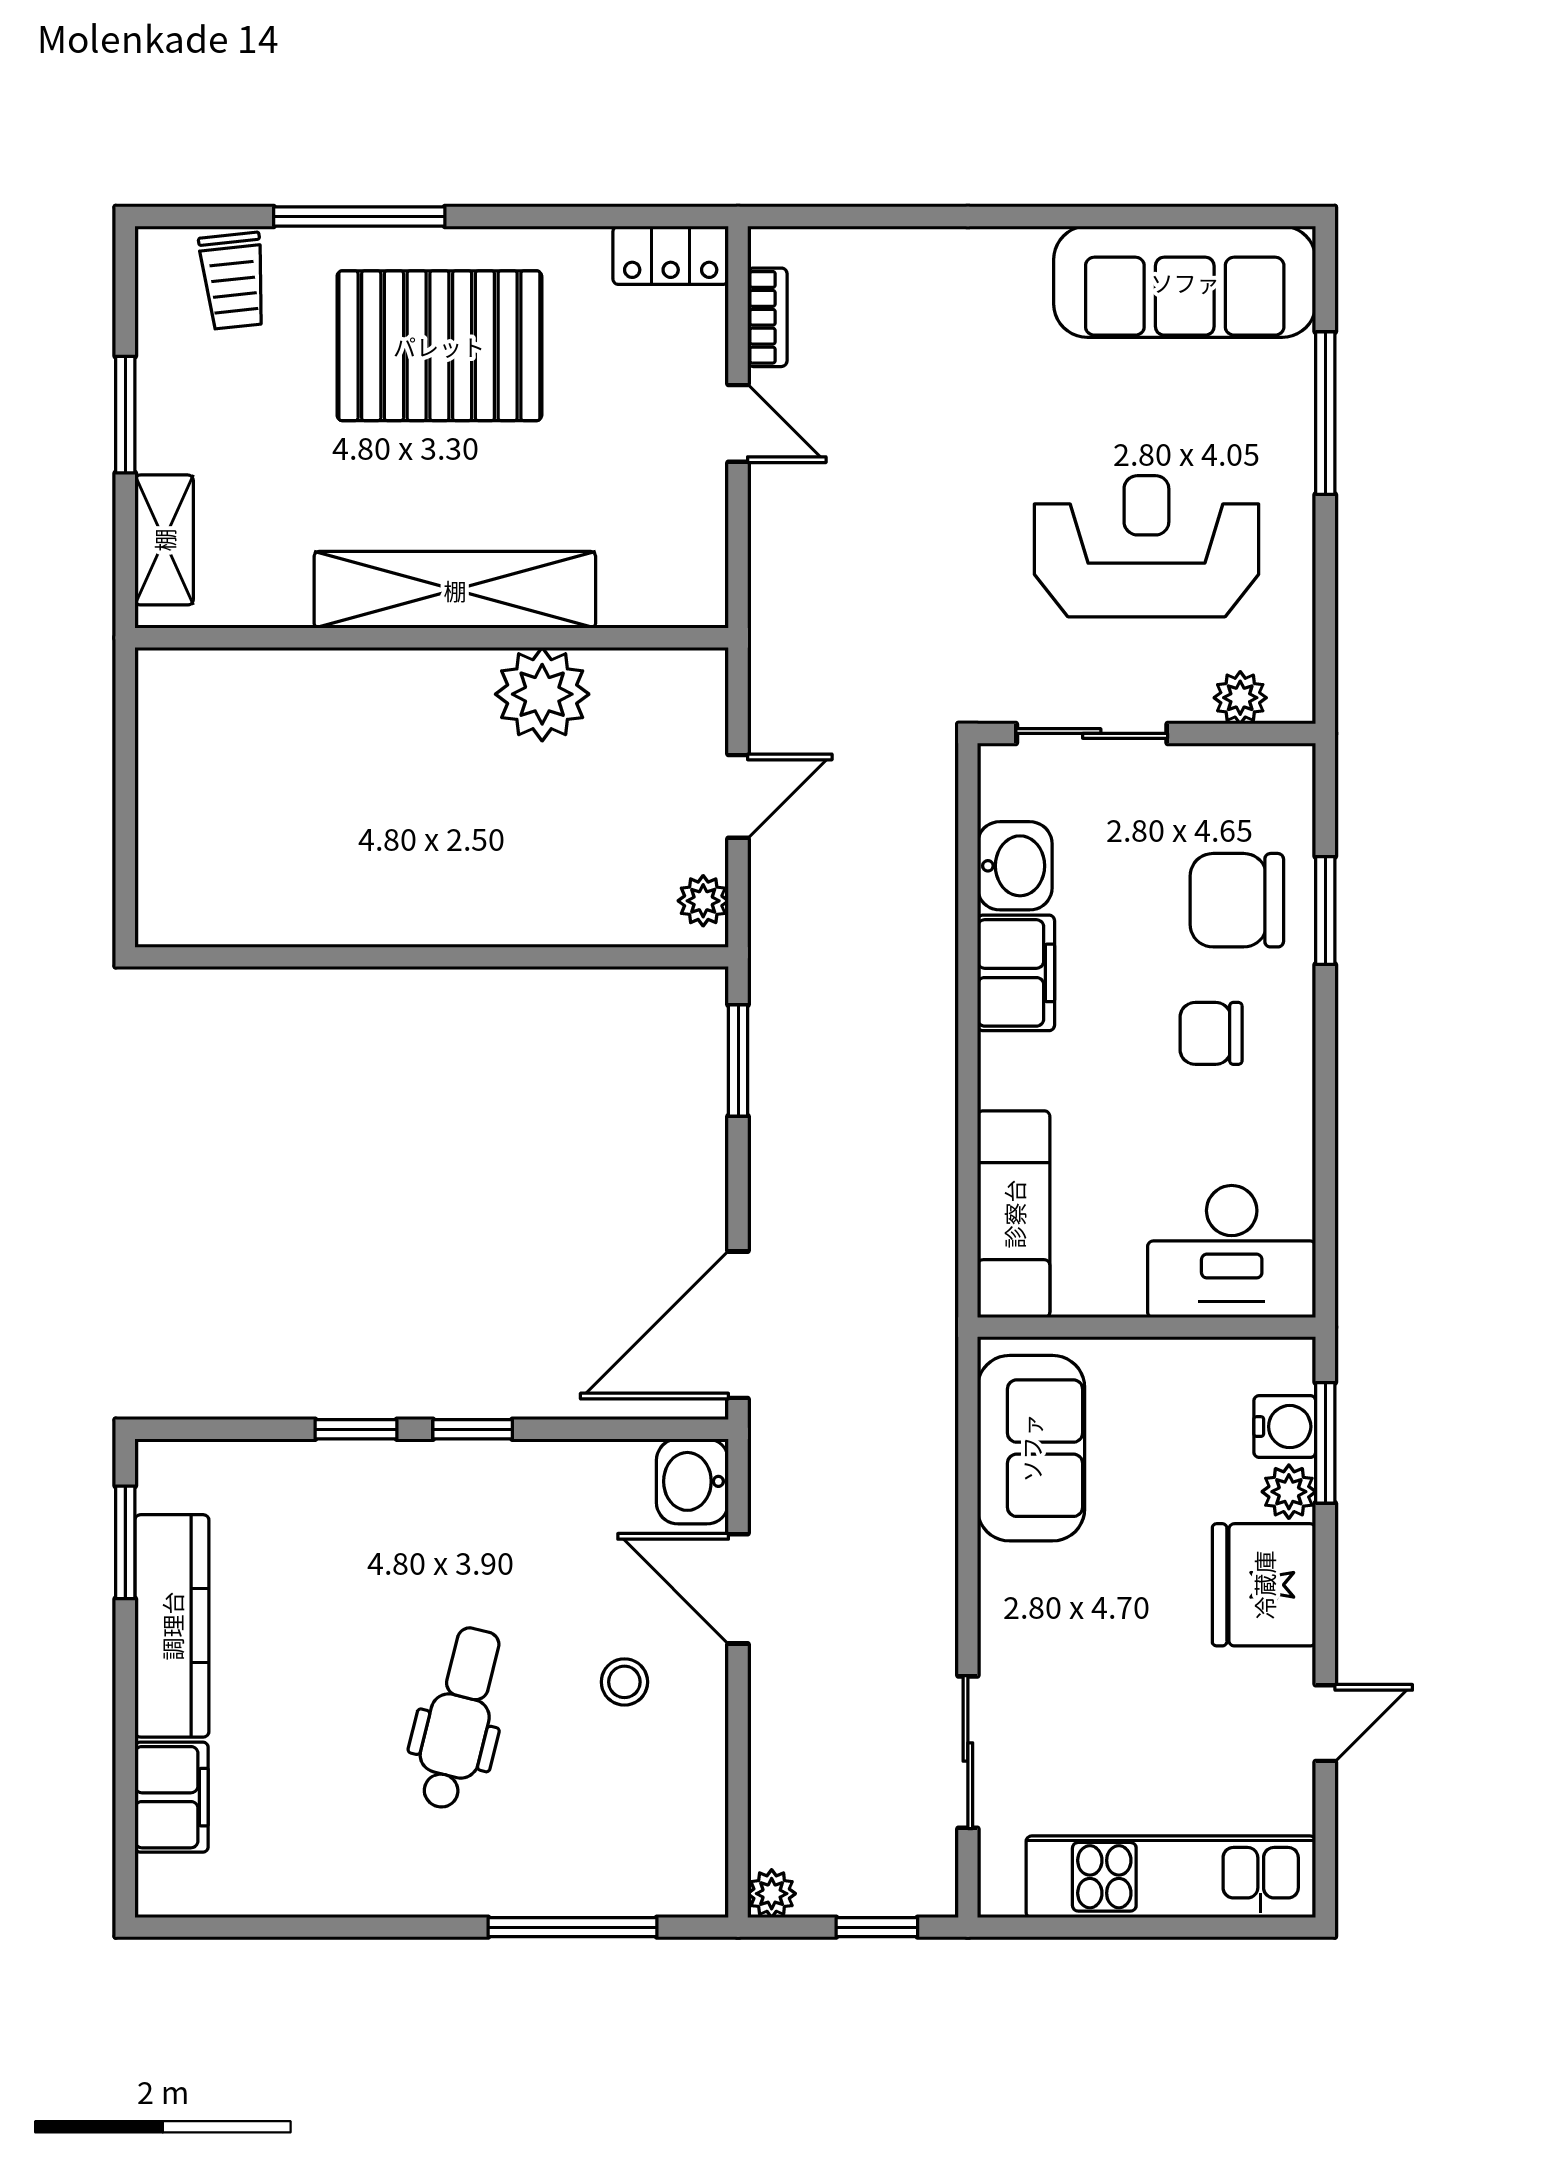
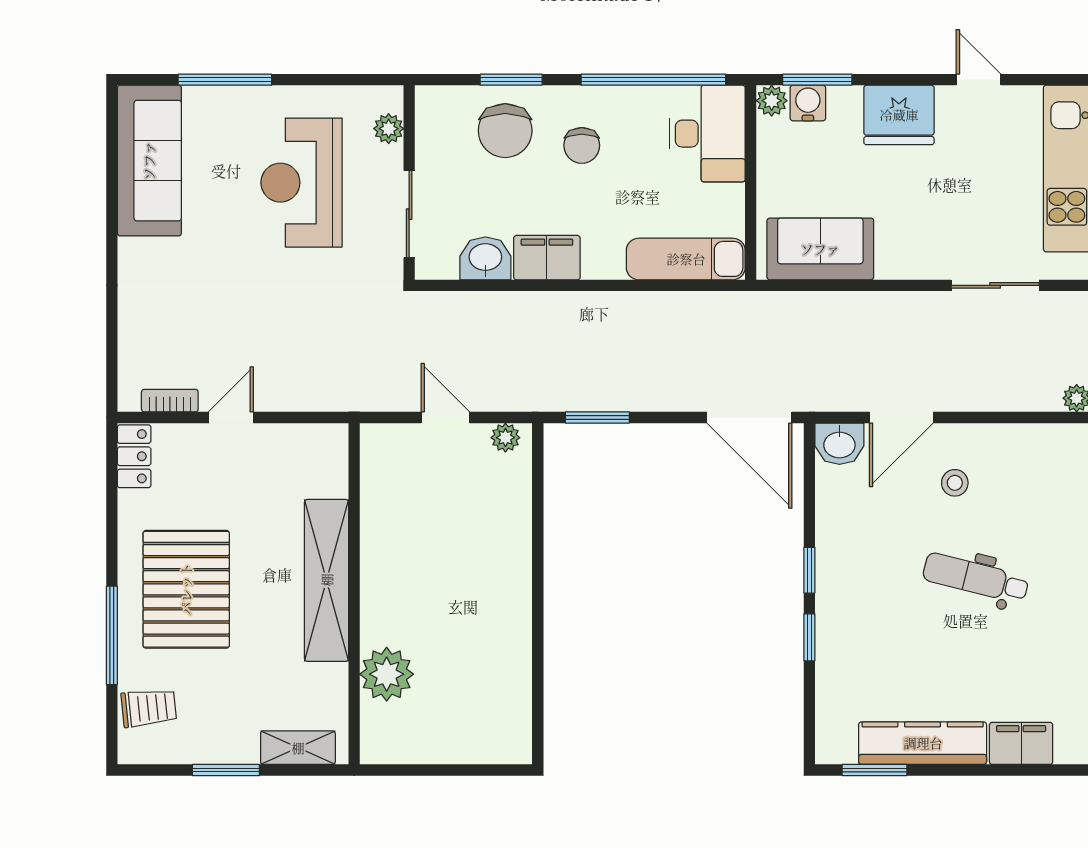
plant: (542, 694) -> (387, 674), moved
window: (1325, 1158) -> (653, 80), added
plant: (1289, 1492) -> (772, 101), moved

